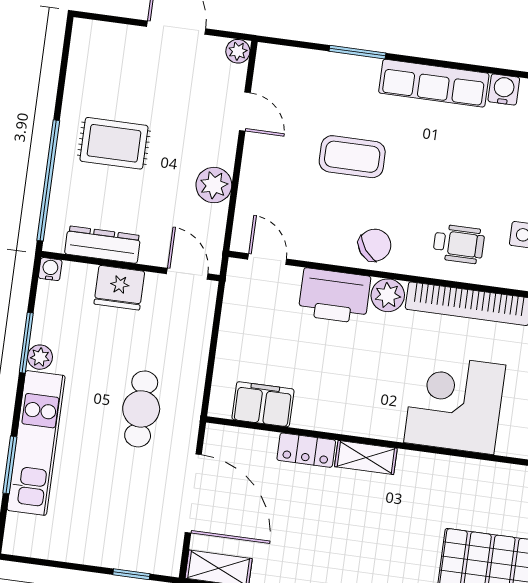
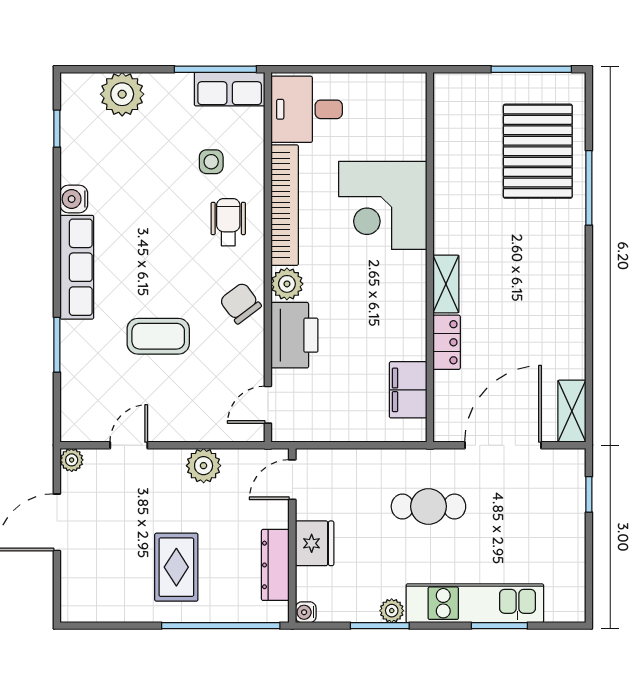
coffee table: (352, 157) -> (158, 336), turned 90

